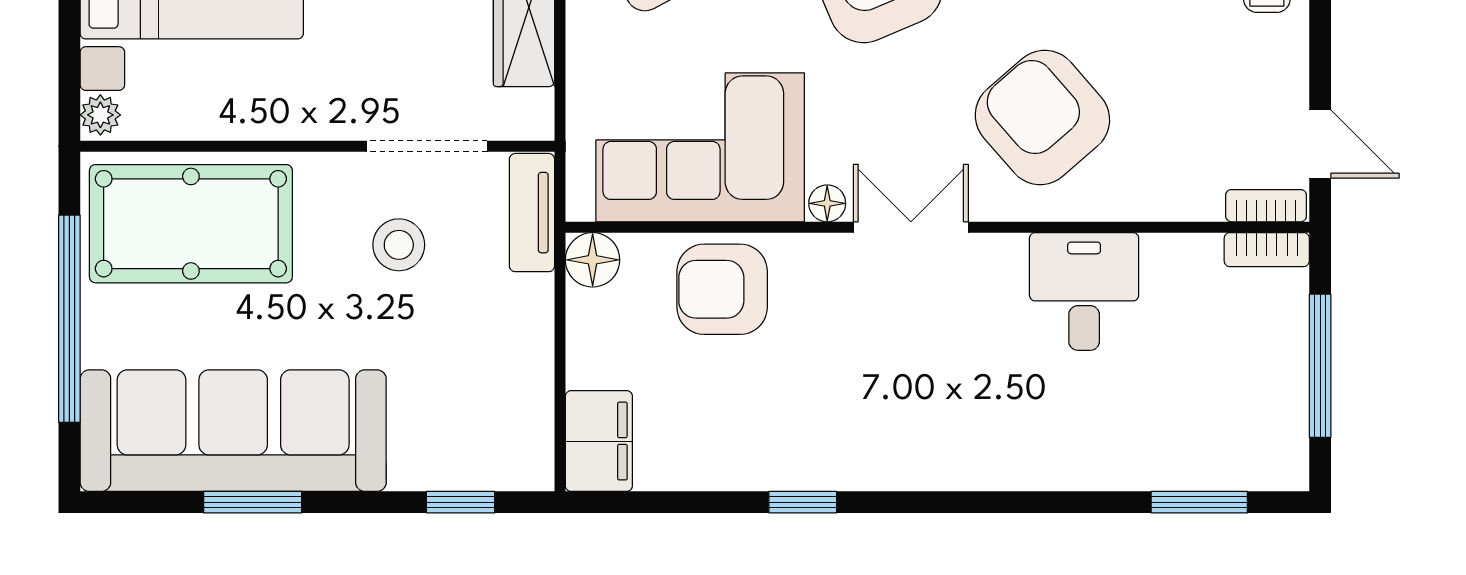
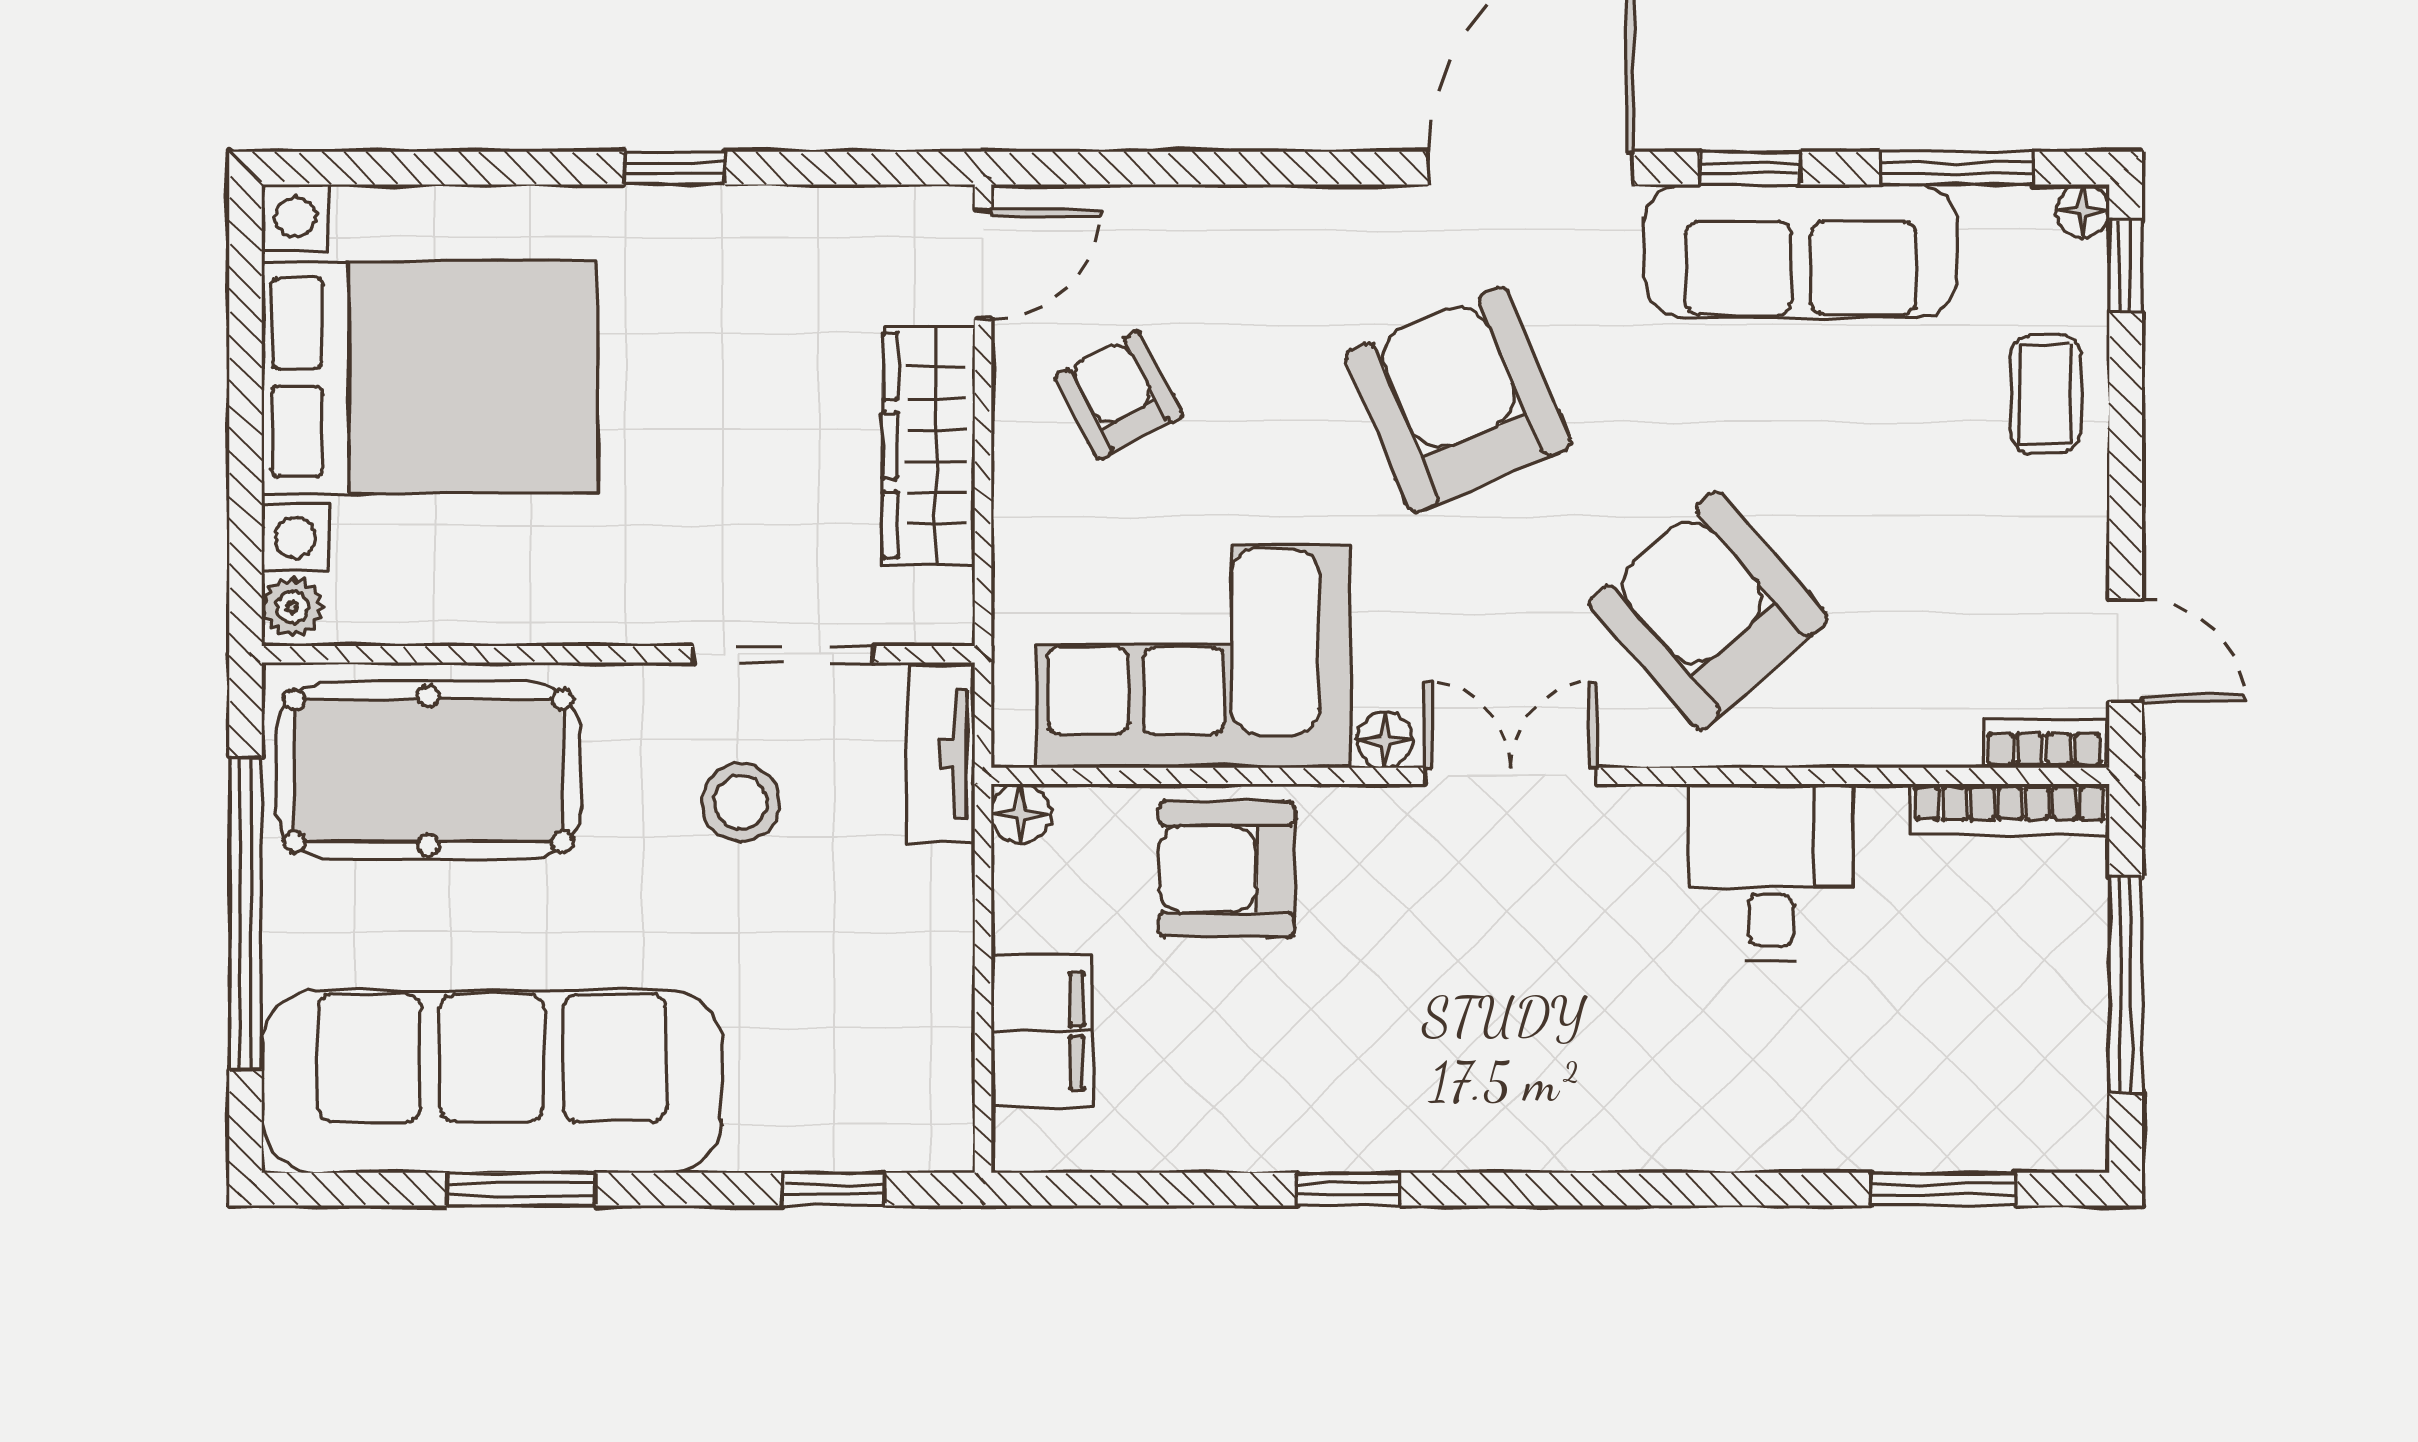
bookcase: (1267, 250) -> (2009, 810), width x1.56
floor lamp: (593, 260) -> (1021, 814), width x0.73, depth x0.73
filing cabinet: (599, 441) -> (1042, 1031), moved

